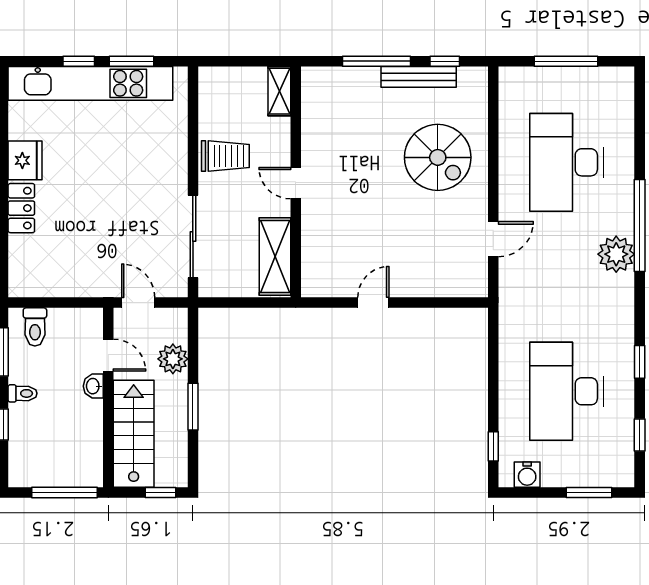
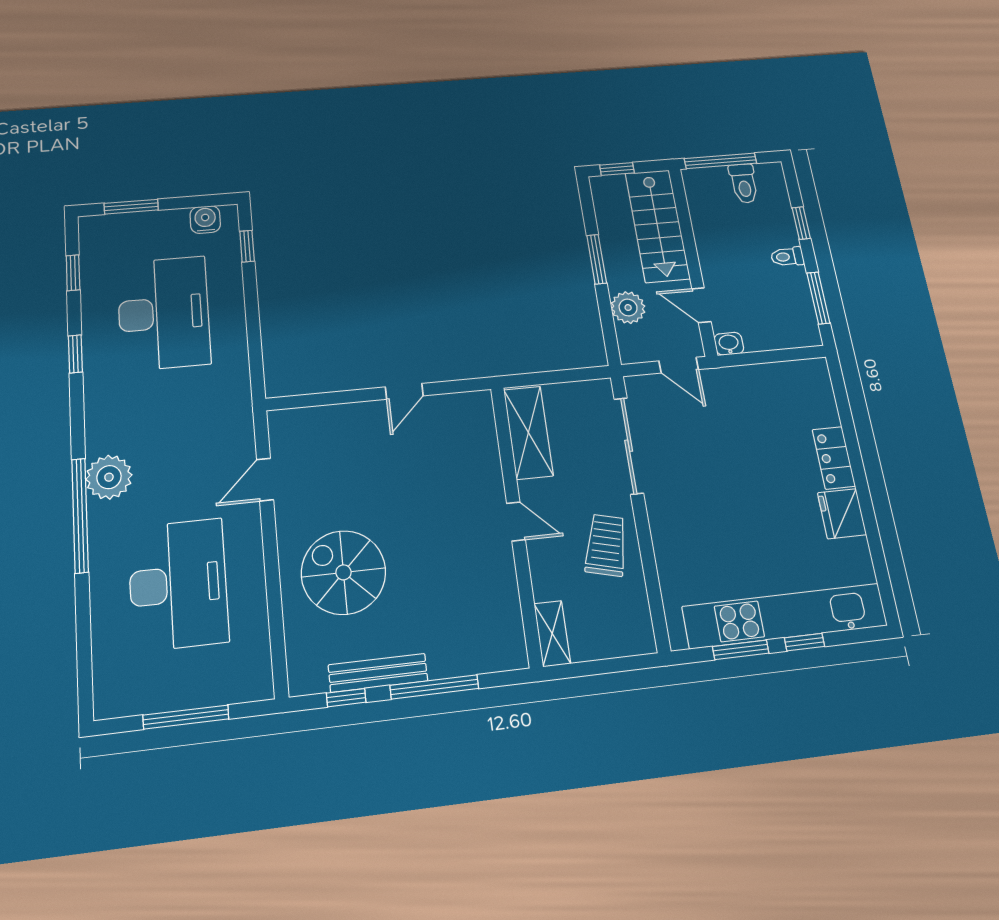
trolley: (225, 156) -> (606, 545), turned 104
toilet: (35, 327) -> (744, 183), moved, turned 180
washbasin: (93, 386) -> (729, 344), moved, turned -90

